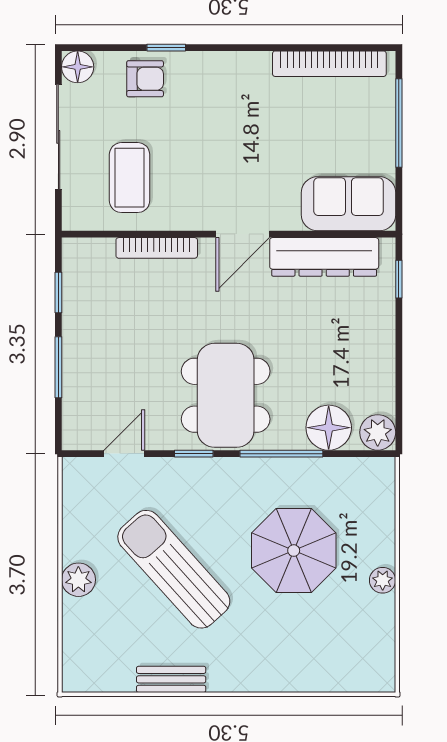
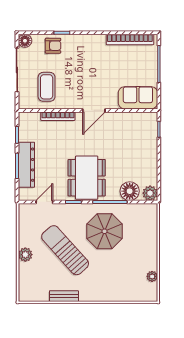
dresser: (324, 257) -> (26, 165), moved, turned -90
parasol: (294, 551) -> (105, 231), moved
plant: (383, 580) -> (152, 276), moved

